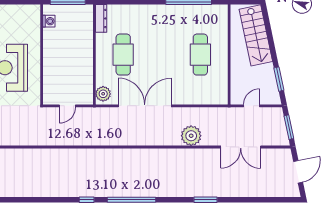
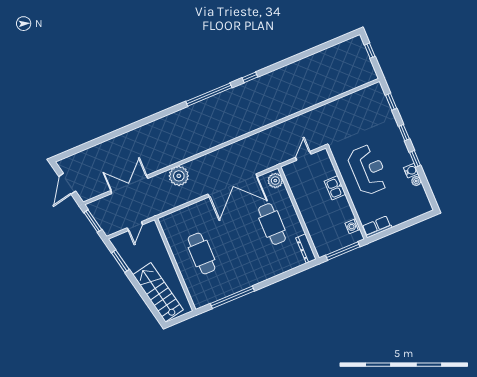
row of seats: (27, 11) -> (377, 227), added
kitchen sink: (50, 64) -> (335, 188), added
window: (205, 200) -> (141, 123), removed

